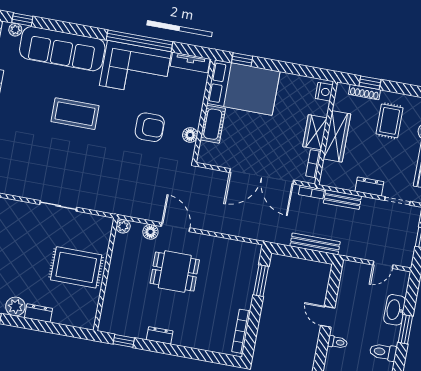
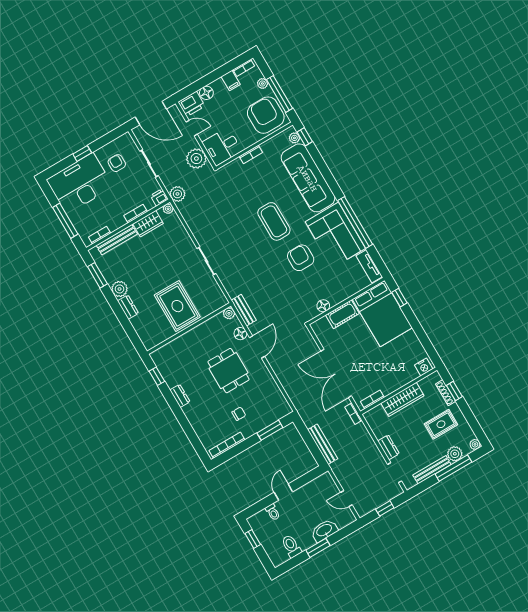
armchair: (150, 127) -> (301, 258), moved, turned 180
wardrobe: (315, 132) -> (393, 383), removed
bench: (342, 200) -> (244, 310), moved
chair: (222, 296) -> (239, 414), added

